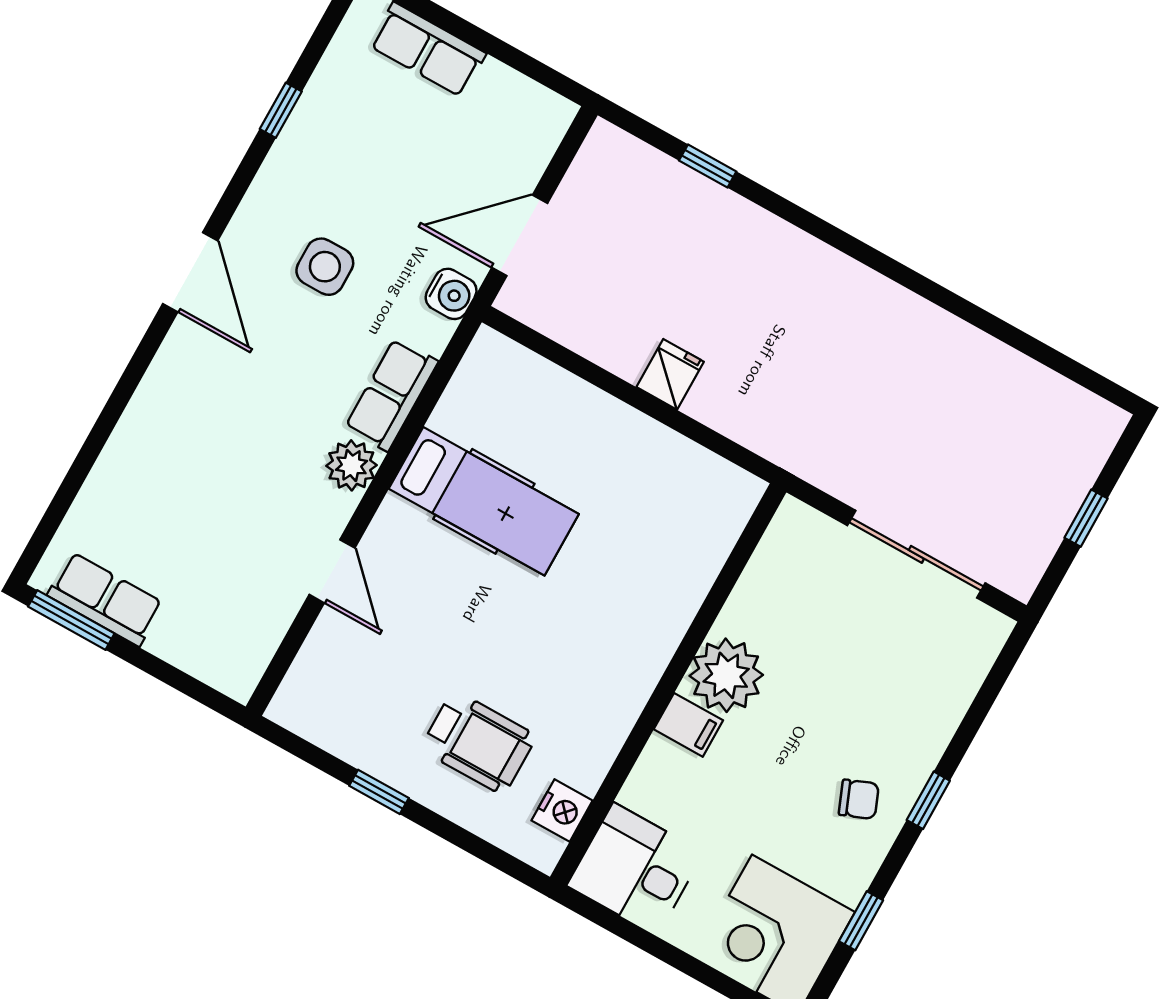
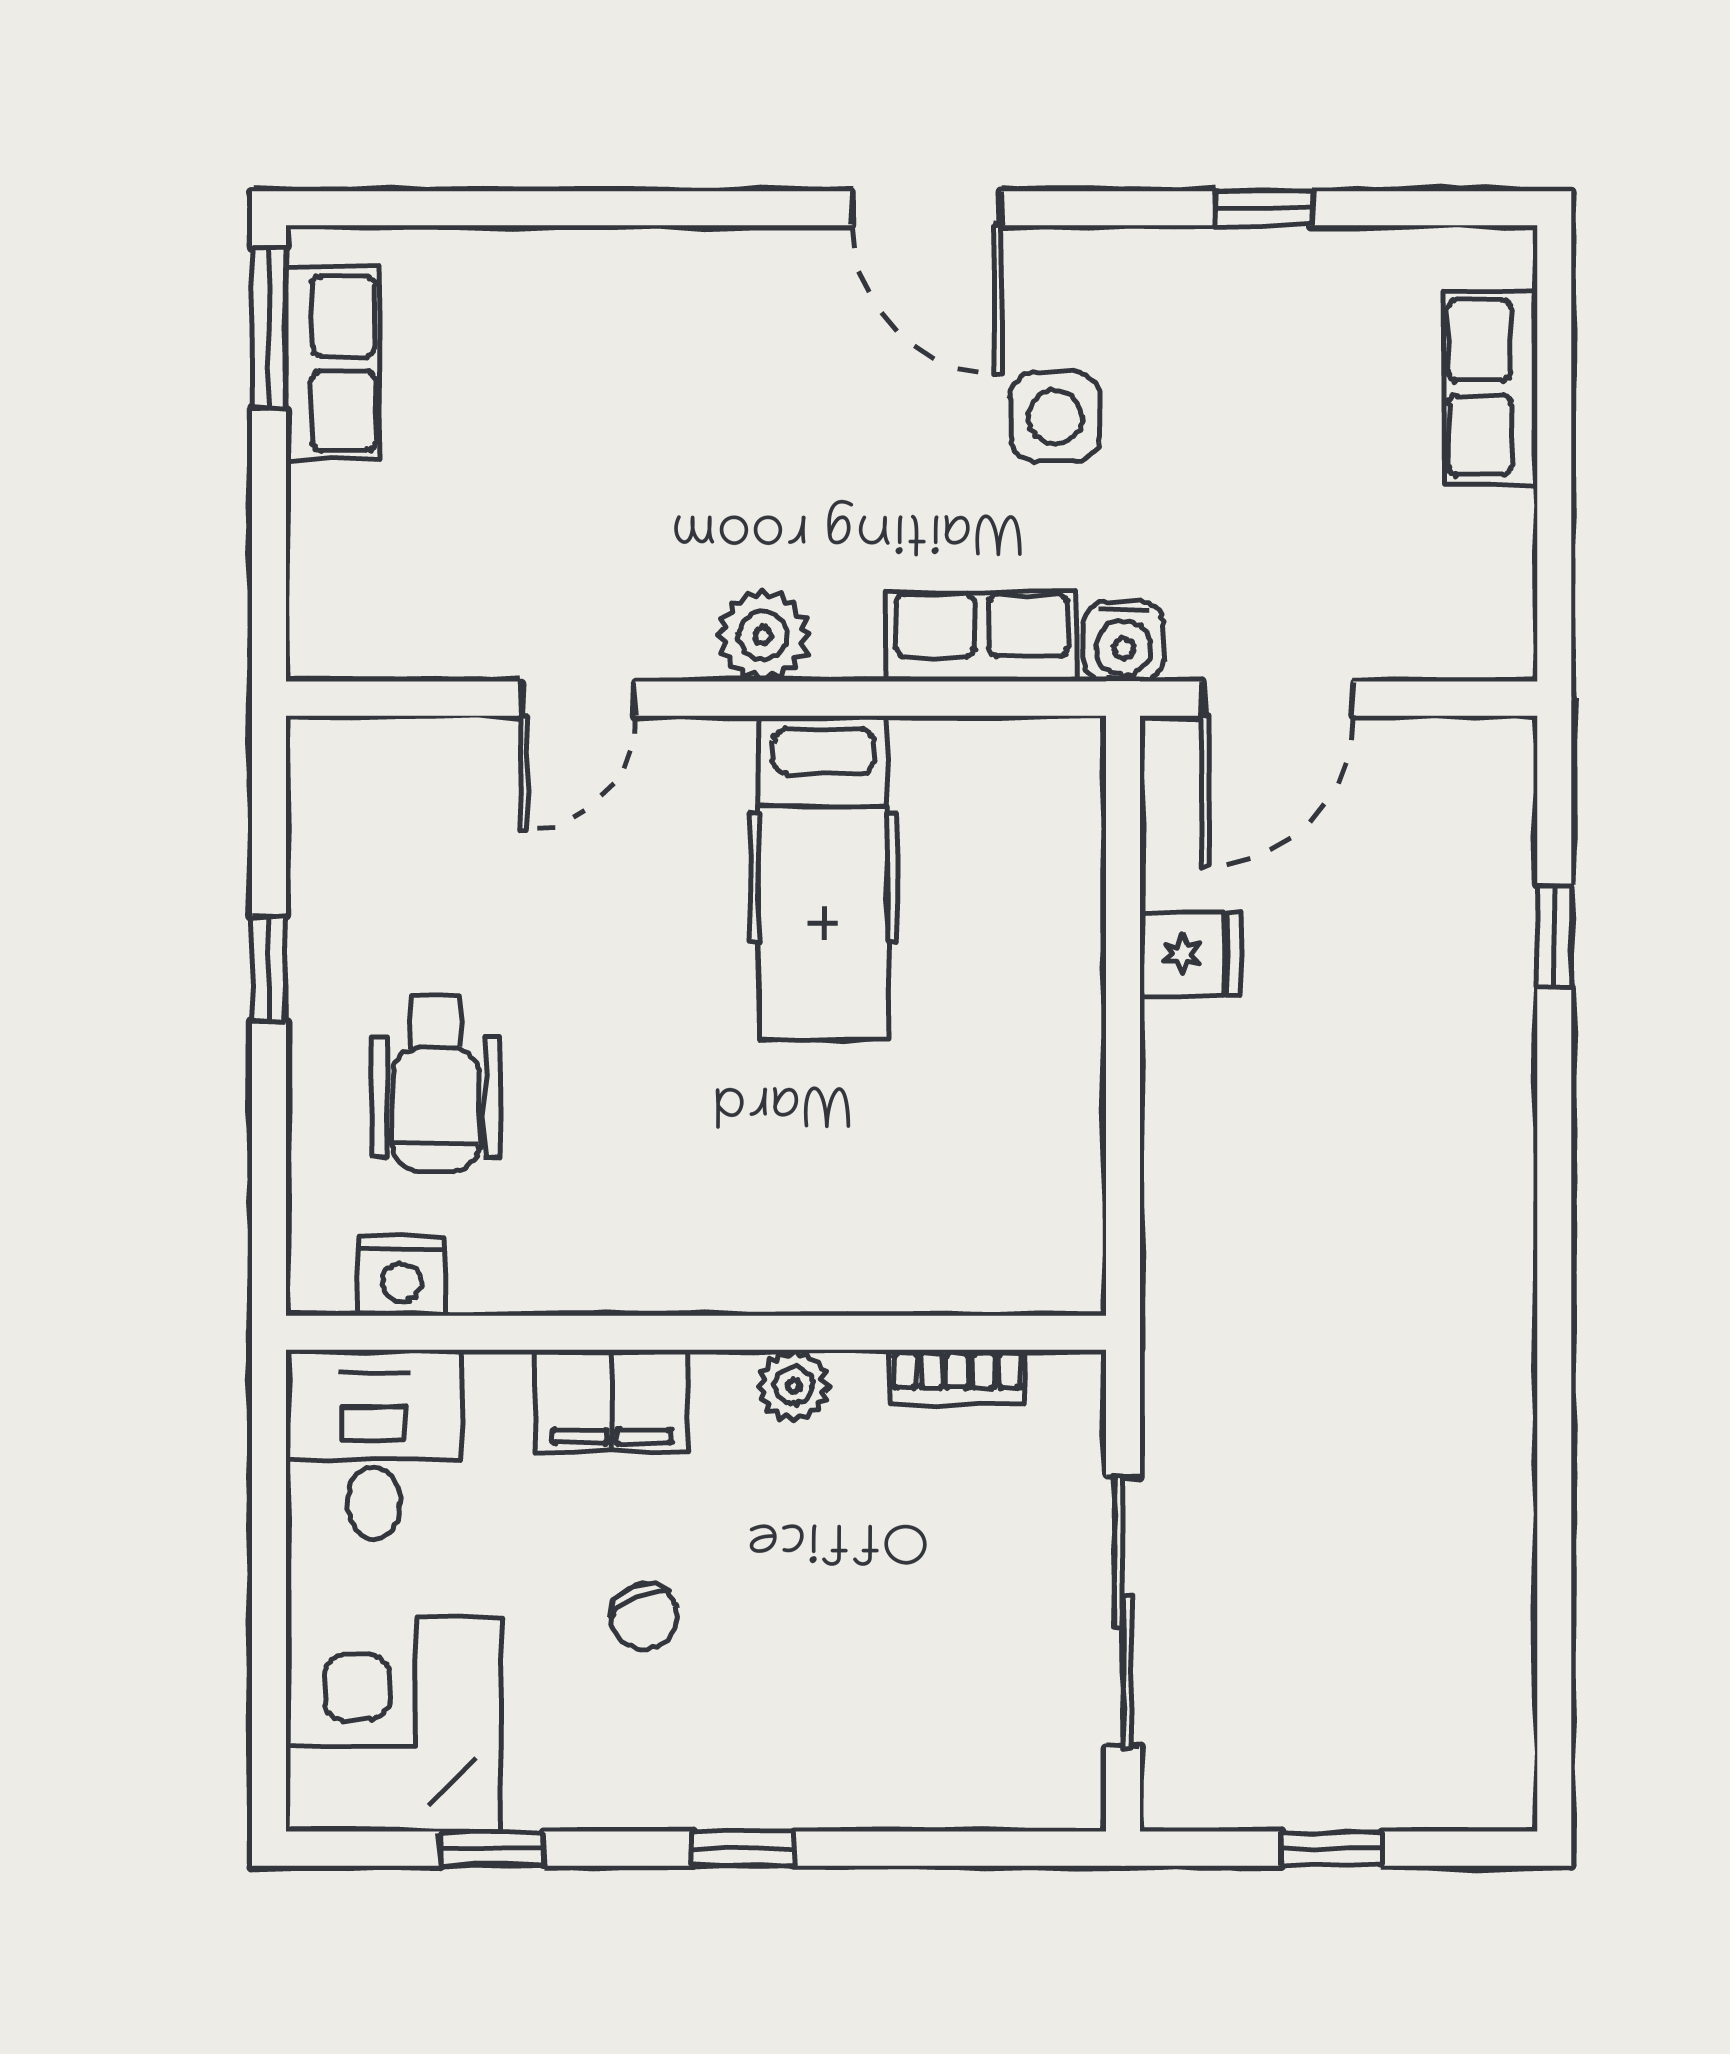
door: (520, 235) -> (1277, 699), swing flipped
door: (190, 272) -> (927, 208), hinge flipped
fridge: (670, 374) -> (1190, 954), moved
row of seats: (391, 395) -> (981, 636), moved
bookcase: (759, 571) -> (957, 1377), added
plant: (726, 675) -> (794, 1386), width x0.53, depth x0.53
filing cabinet: (688, 725) -> (612, 1401), width x2.00
chair: (859, 799) -> (645, 1616), moved

